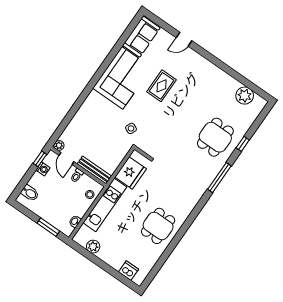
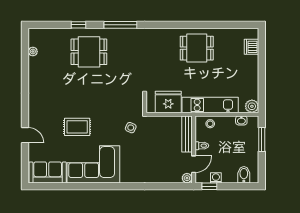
plant: (245, 96) -> (33, 52), width x0.53, depth x0.53
plant: (93, 247) -> (252, 106), moved

